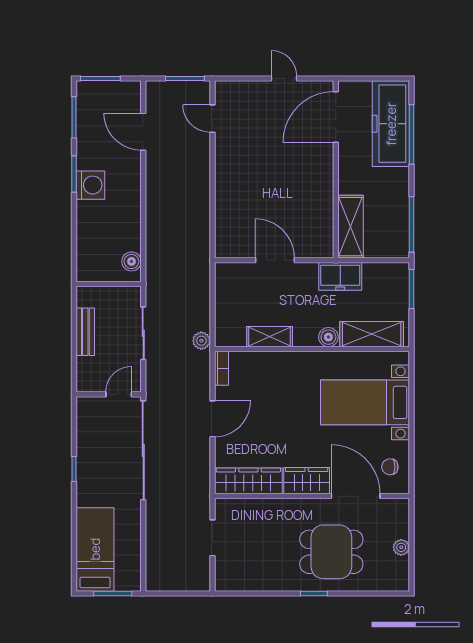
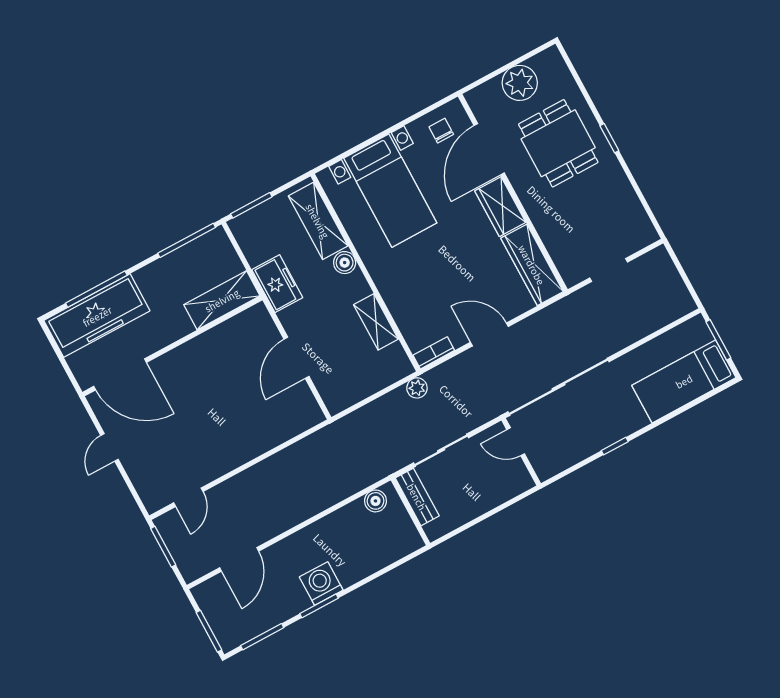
bench: (85, 332) -> (417, 497), moved, turned 90
chair: (390, 467) -> (441, 131), turned 180
plant: (401, 547) -> (520, 83), width x1.87, depth x1.87

